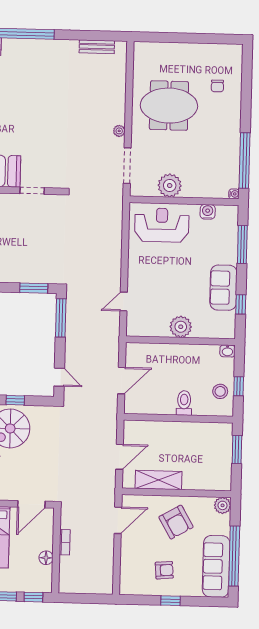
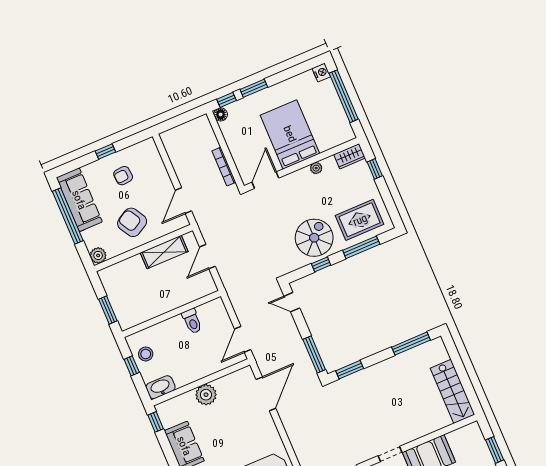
door: (124, 301) -> (266, 394), width x1.88
window: (241, 304) -> (156, 422), moved
washbasin: (227, 351) -> (161, 387), width x1.91, depth x1.45
door: (122, 381) -> (243, 339), moved
toilet: (184, 403) -> (192, 321), moved
bookcase: (65, 542) -> (224, 167), width x1.56
floor lamp: (46, 558) -> (221, 114), moved

